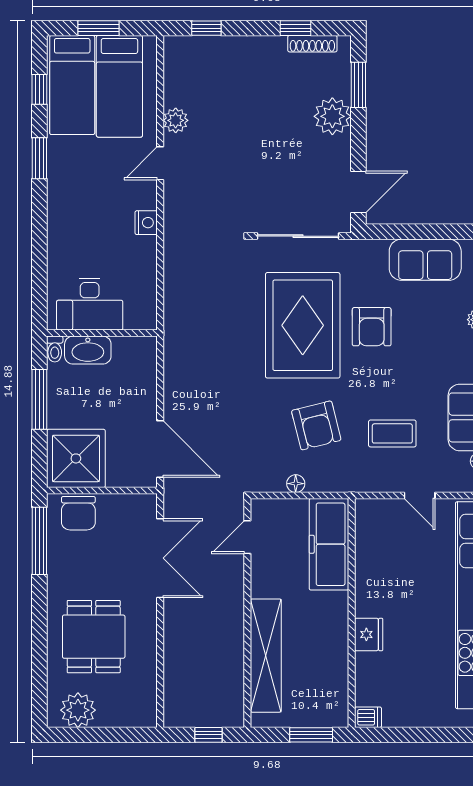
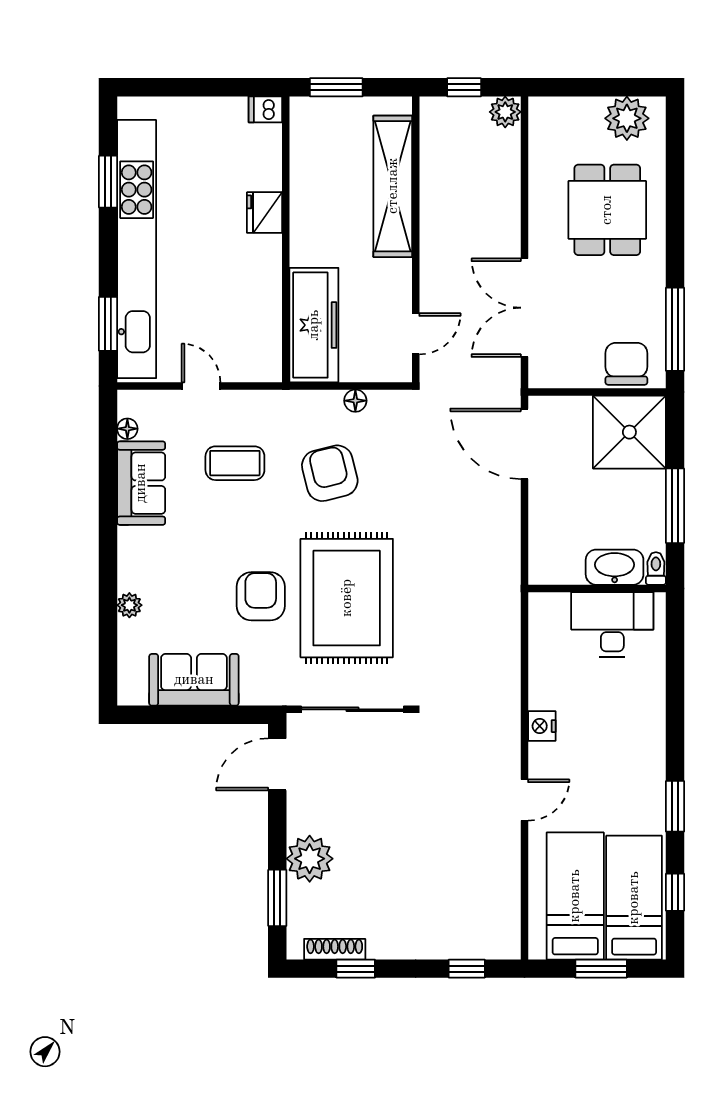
plant: (176, 120) -> (505, 112), moved

